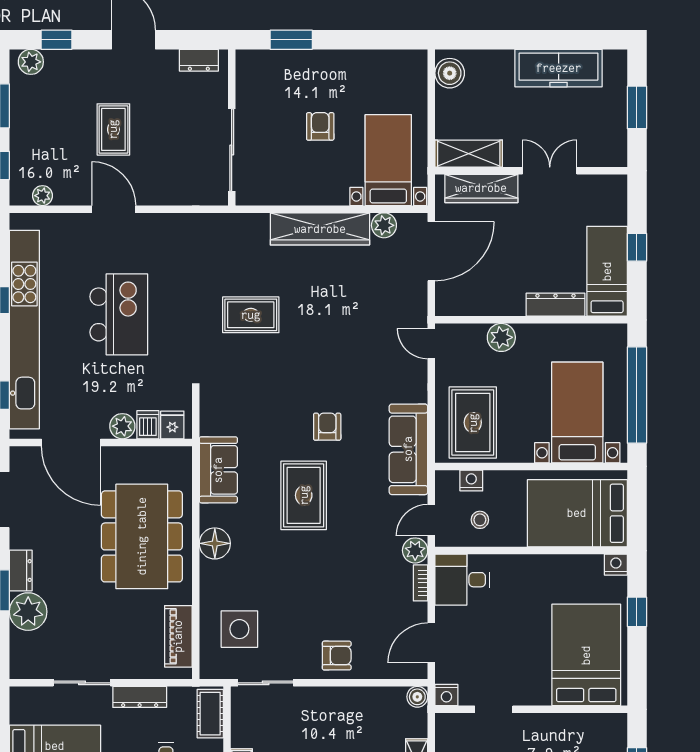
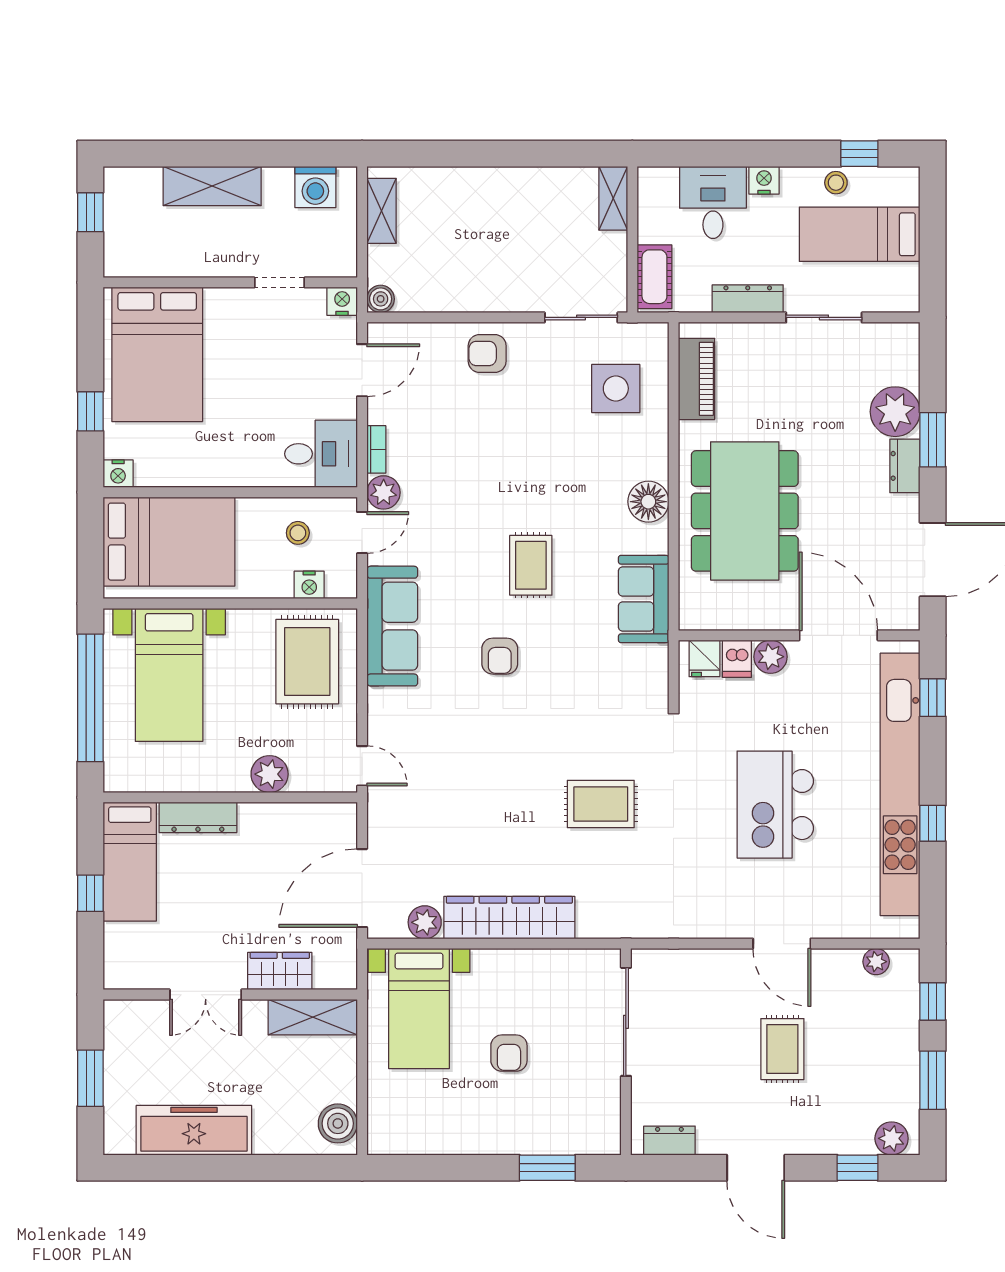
wardrobe: (481, 188) -> (280, 971), width x0.67
rug: (304, 495) -> (531, 565), width x0.73, depth x0.70

